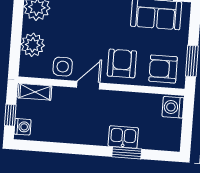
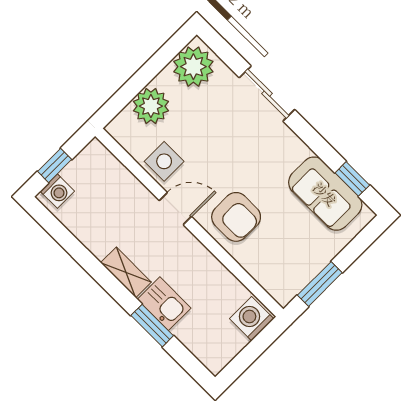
armchair: (122, 63) -> (236, 217), turned 90
armchair: (163, 69) -> (278, 264), removed
shelving: (35, 92) -> (126, 272), moved

